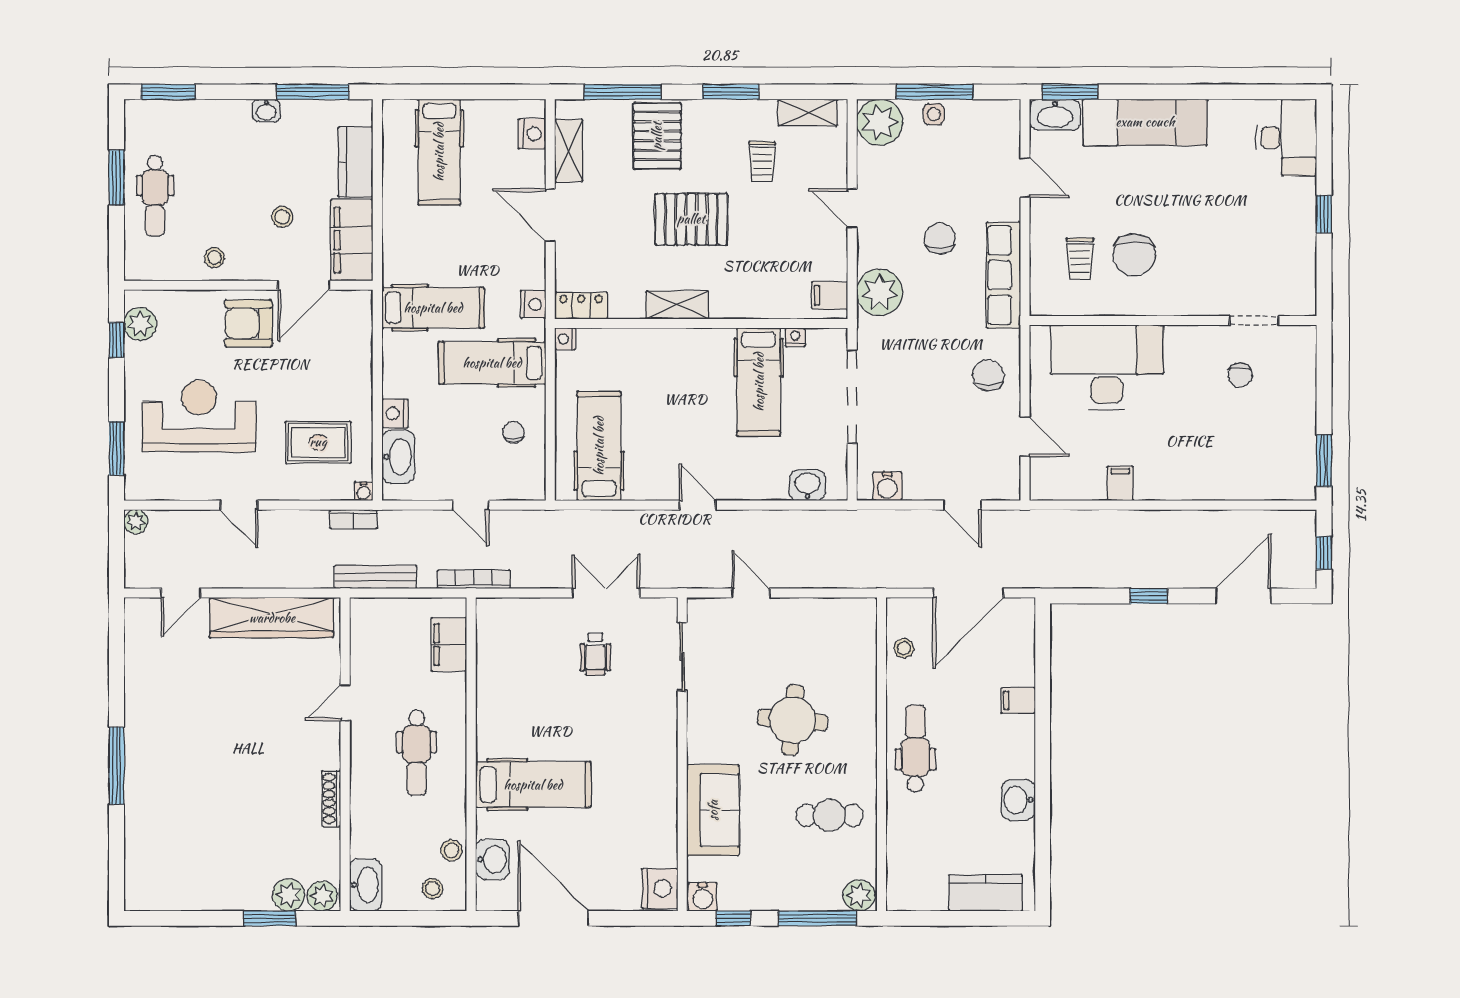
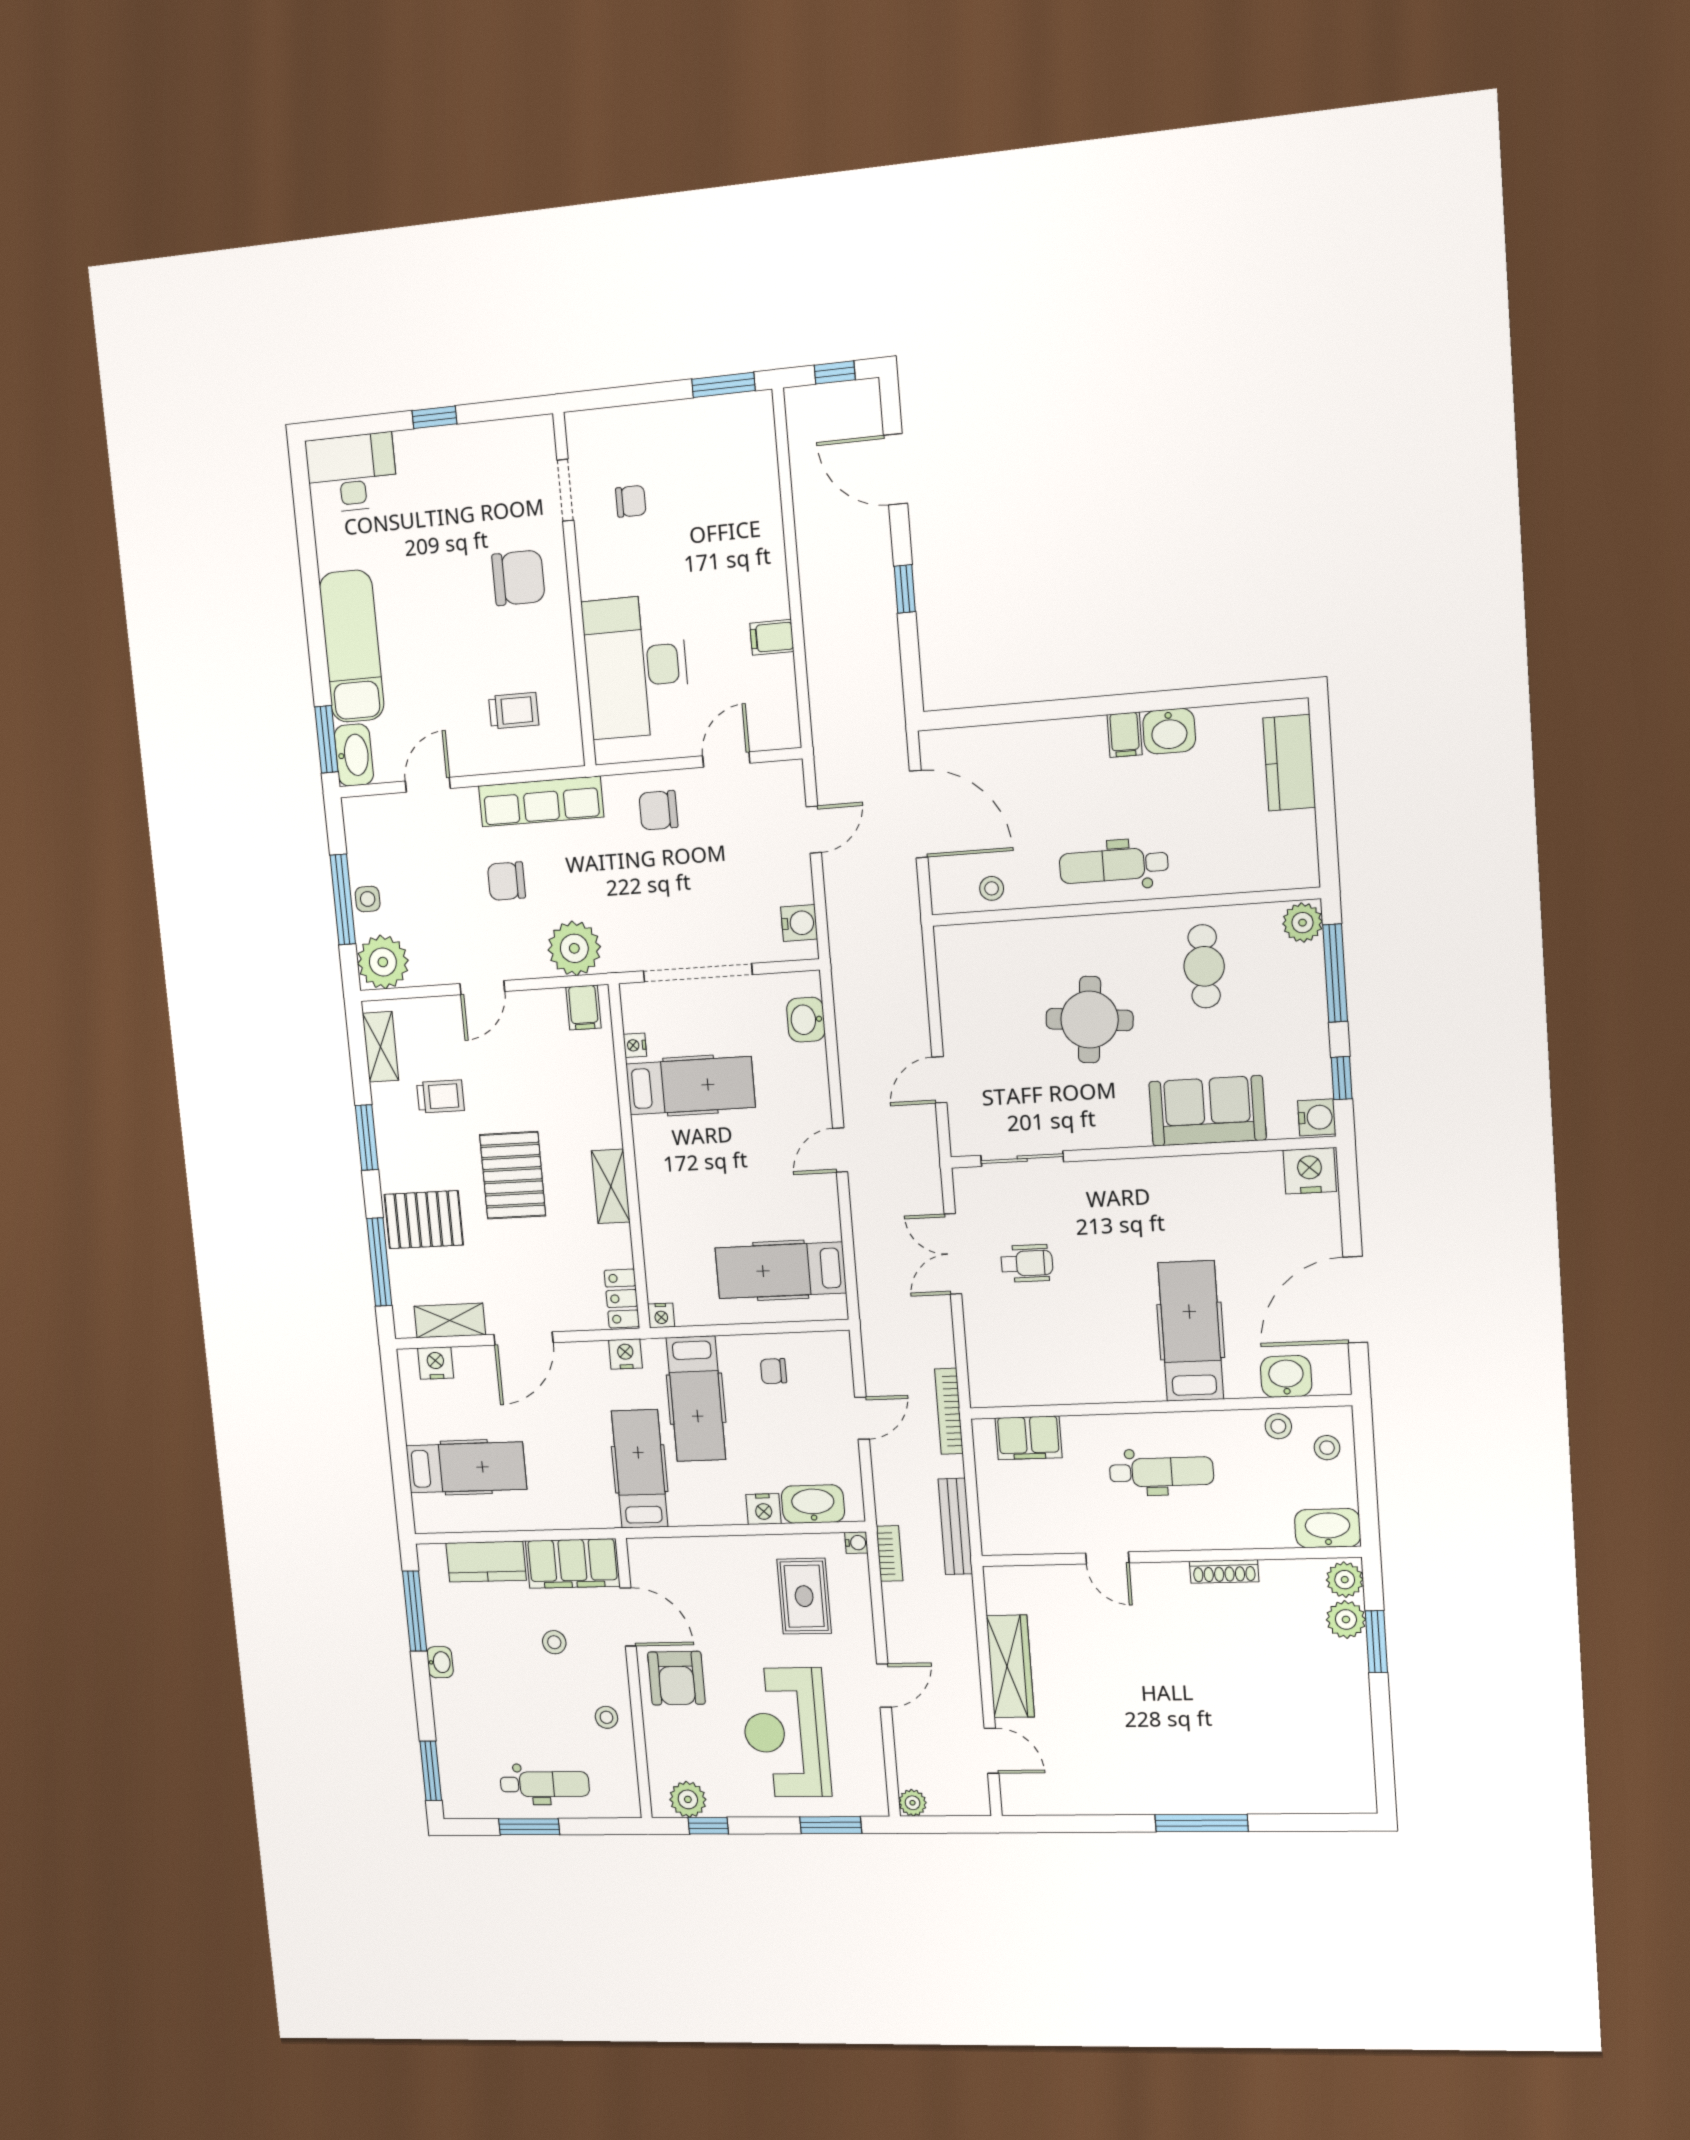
chair: (1134, 255) -> (518, 578), moved
wardrobe: (272, 618) -> (1010, 1666), width x0.71, depth x0.85
filing cabinet: (1018, 700) -> (1125, 735), moved

